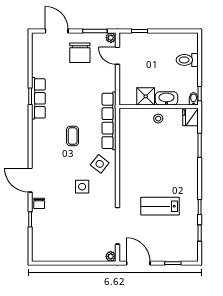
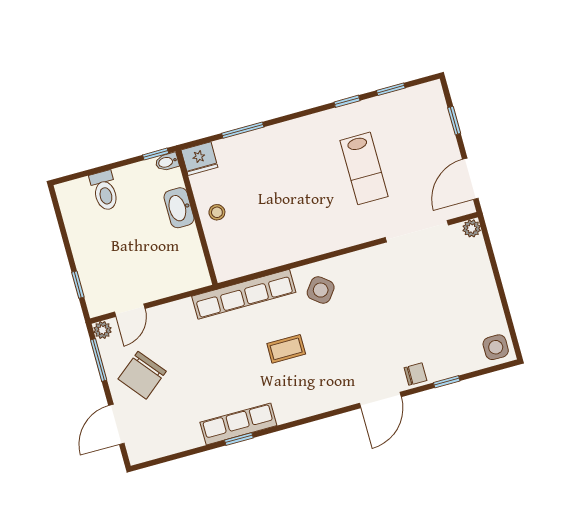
chair: (80, 53) -> (142, 375), turned 141
shower: (146, 96) -> (185, 244), removed
side table: (82, 187) -> (496, 347), moved

